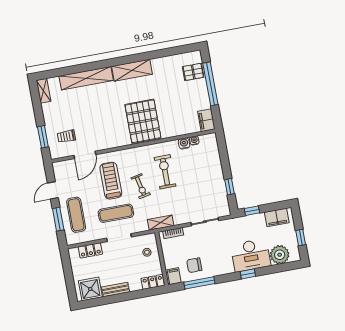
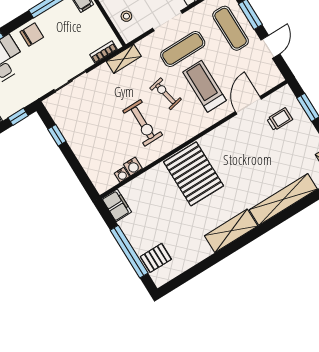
treadmill: (111, 181) -> (204, 86), turned 180
chair: (194, 265) -> (32, 34), moved

